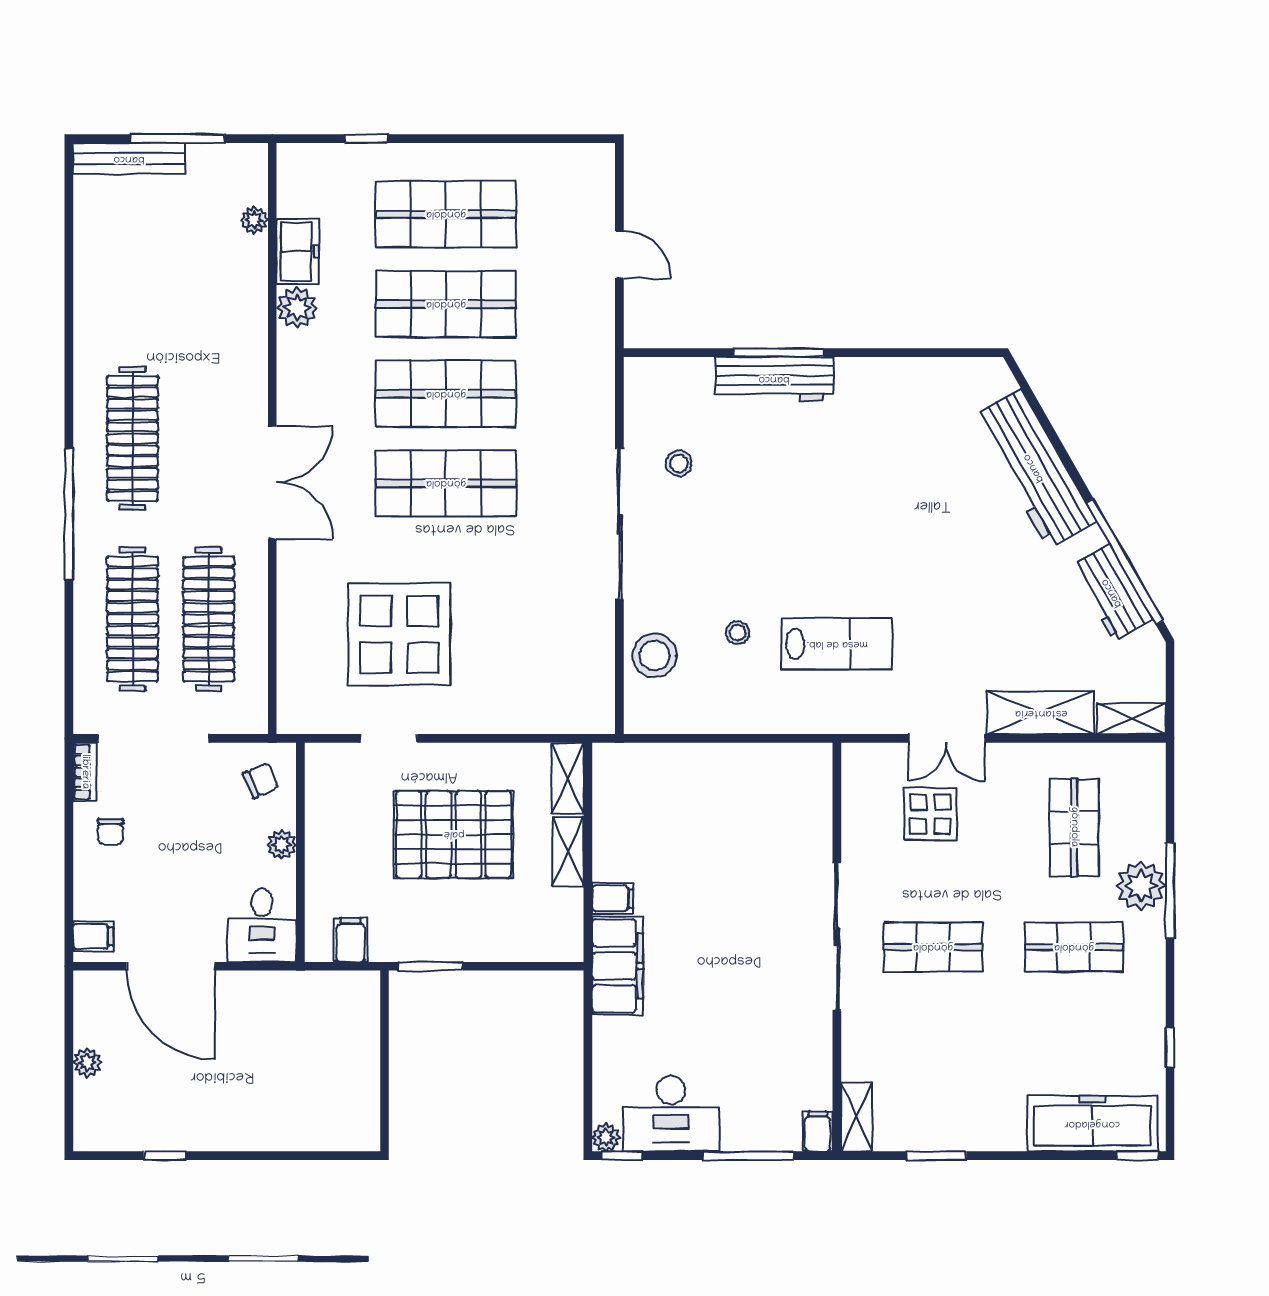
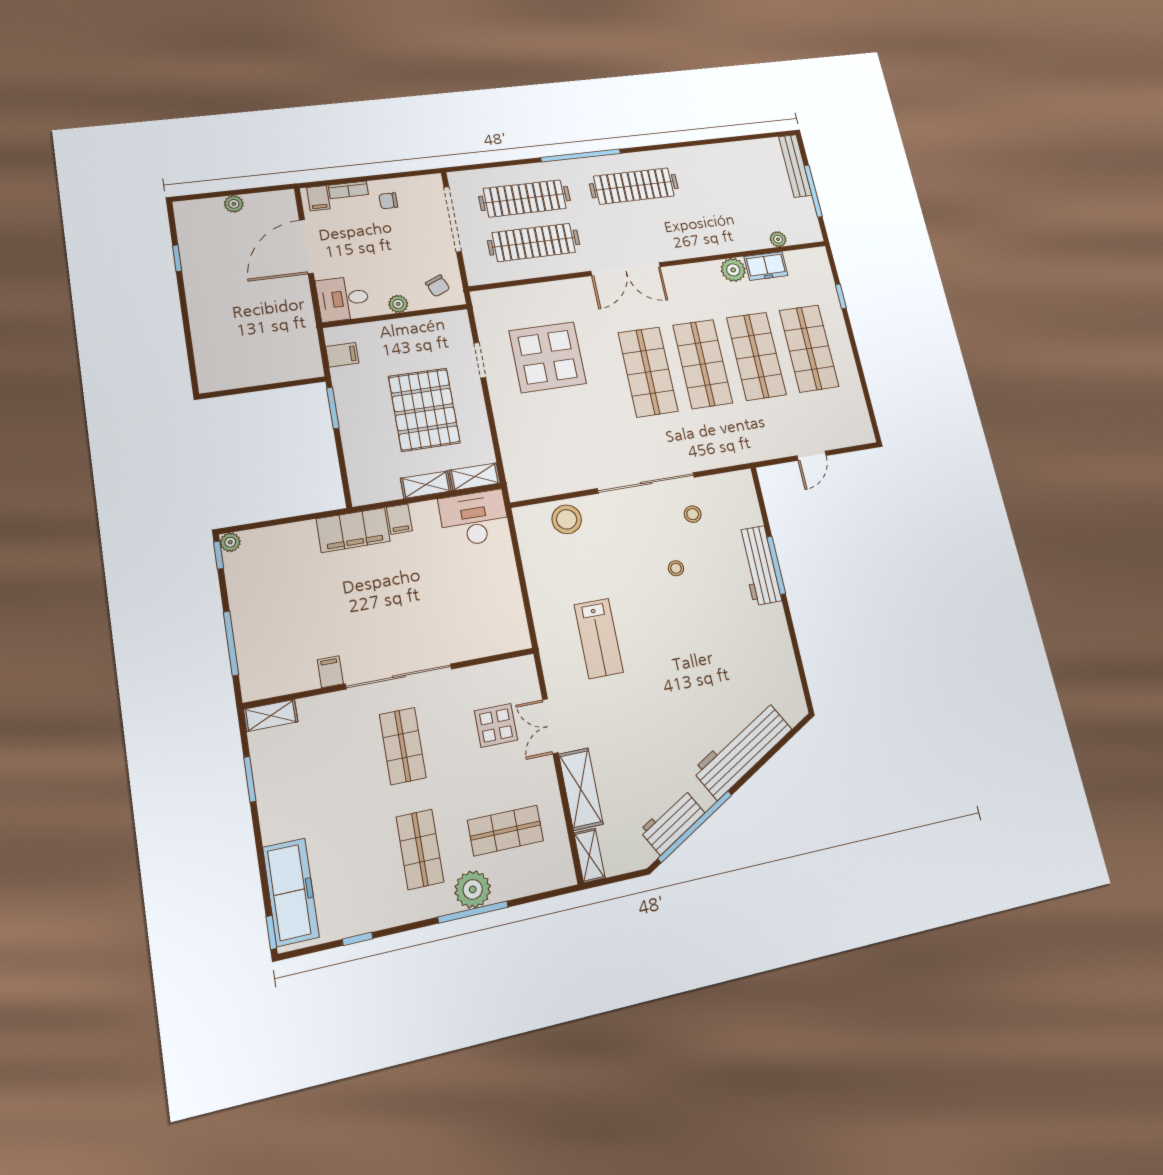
stool: (738, 633) -> (676, 568), moved
bookcase: (85, 772) -> (348, 190), moved
desk: (671, 1114) -> (474, 518), moved, turned 90
filing cabinet: (818, 1131) -> (330, 672), moved, turned -90

